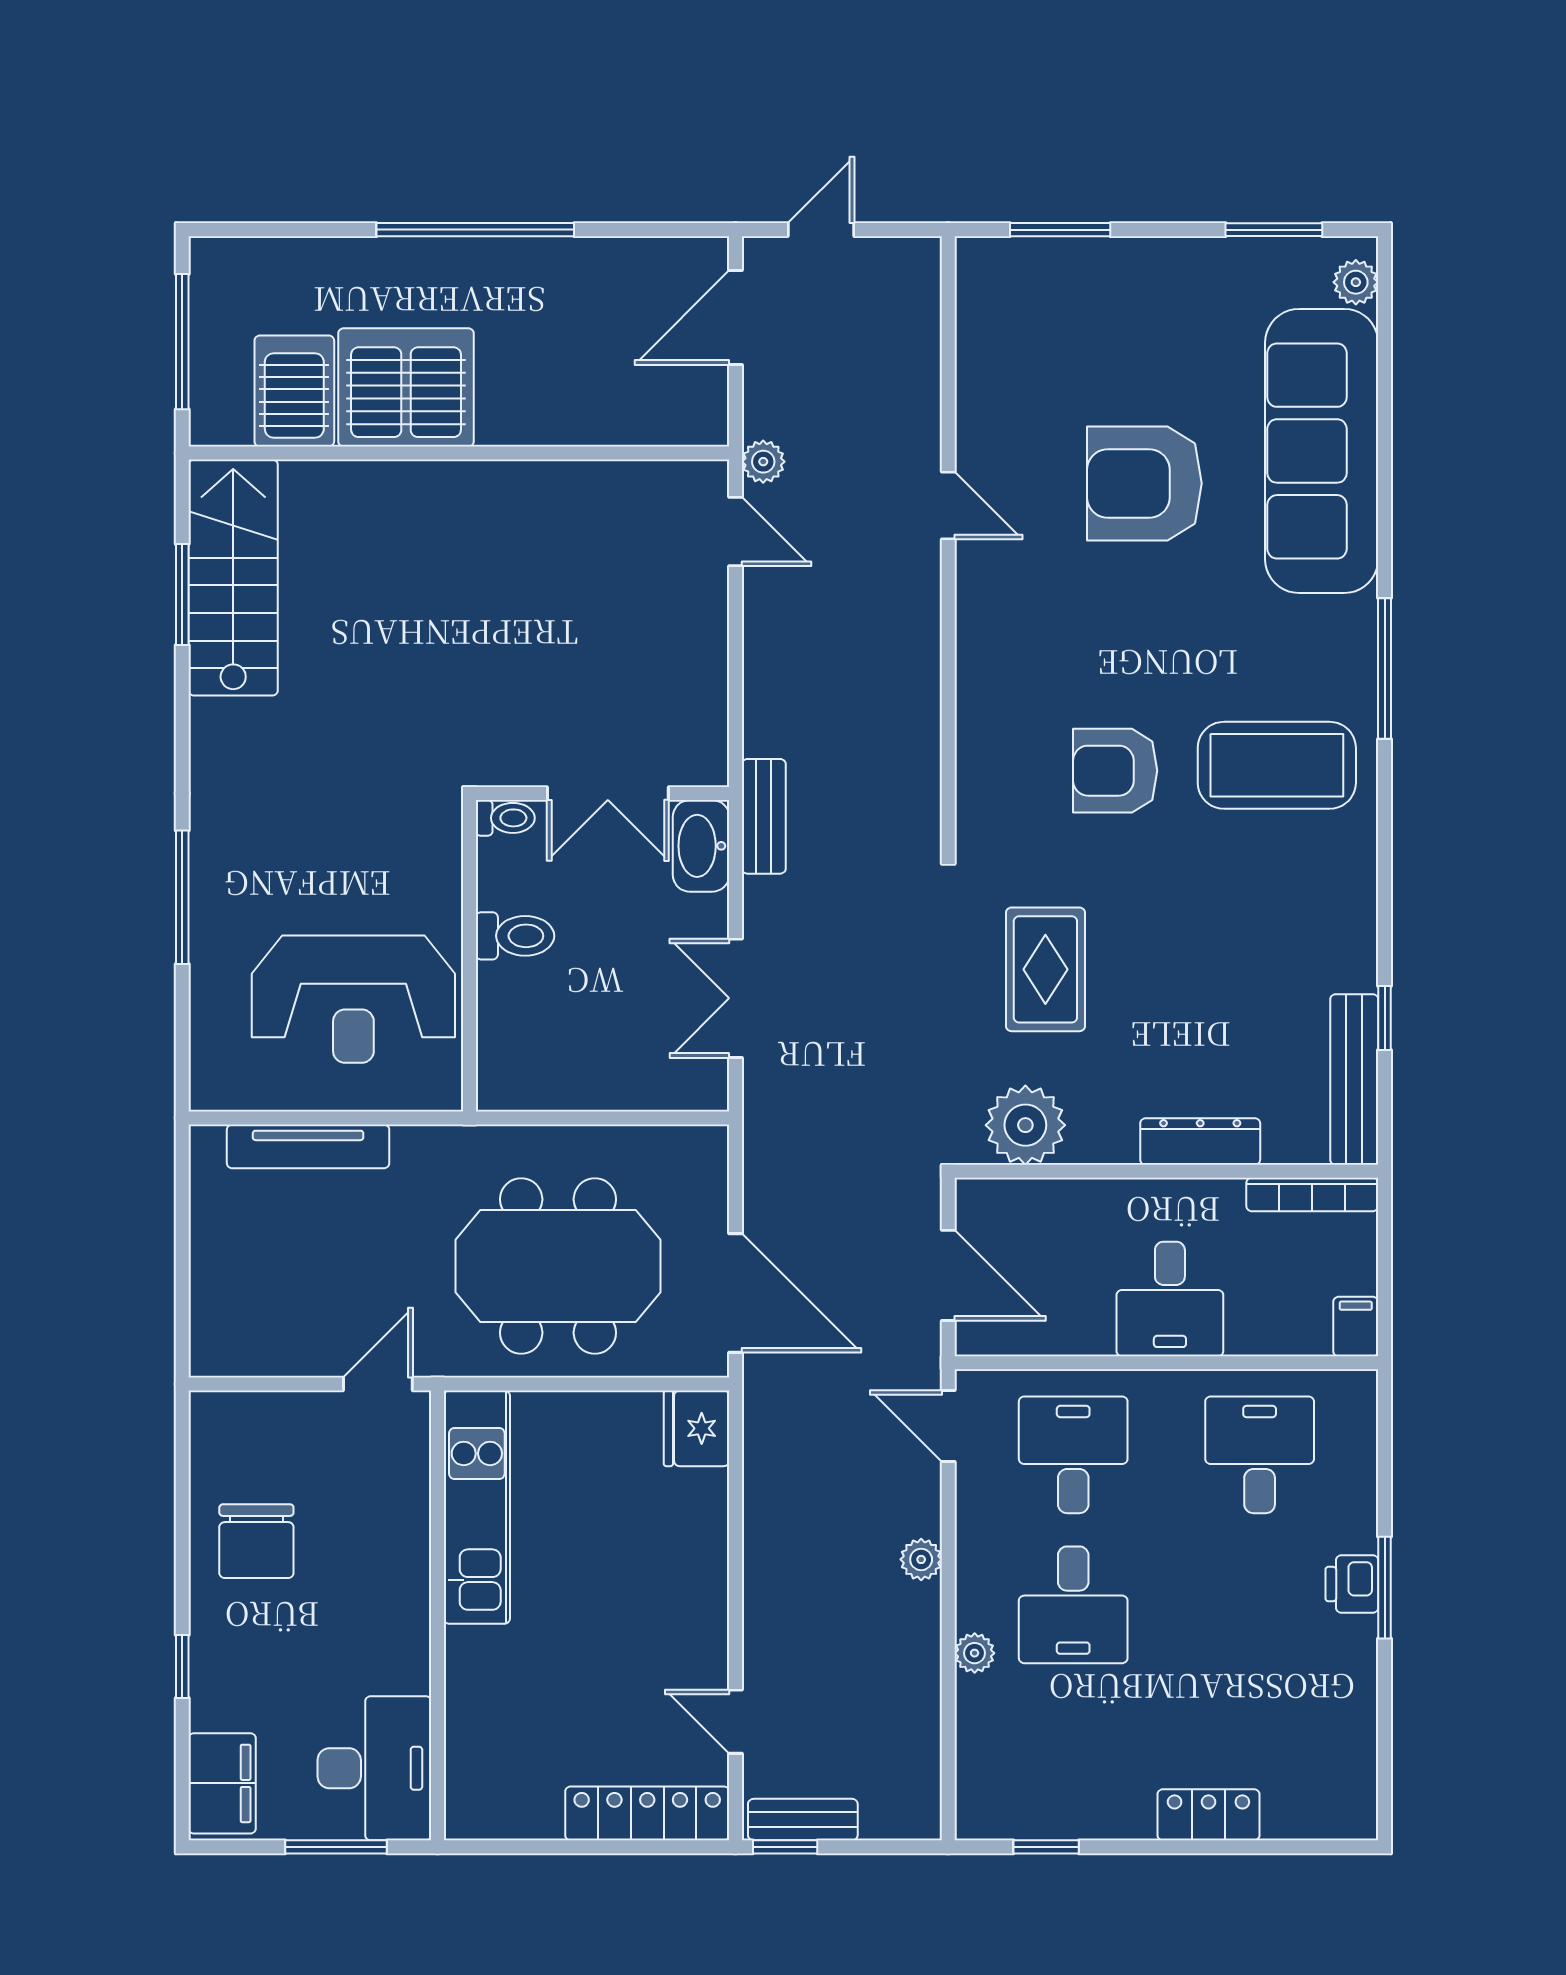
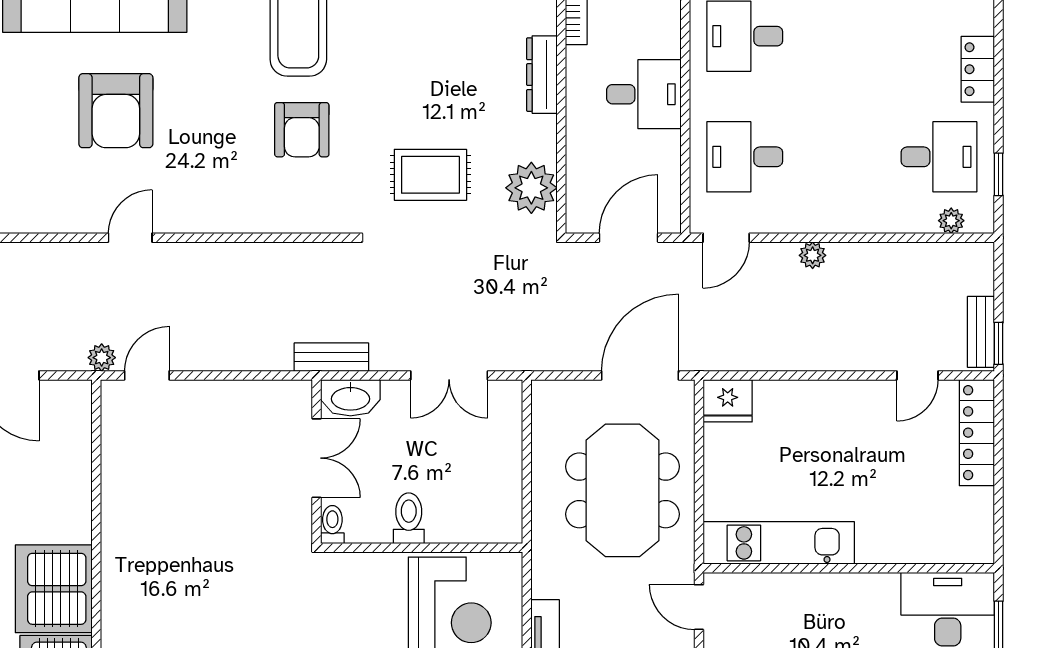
desk: (1073, 1605) -> (939, 157), moved
plant: (975, 1653) -> (951, 221), moved

